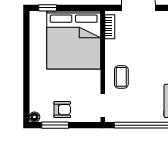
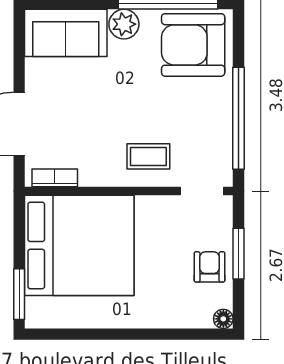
window: (48, 8) -> (19, 294), width x1.50
window: (55, 125) -> (239, 254), moved

